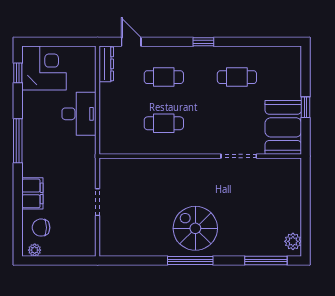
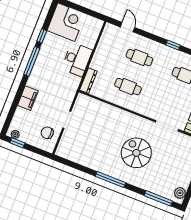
dresser: (106, 64) -> (88, 81), moved
window: (18, 73) -> (42, 36), moved
chair: (41, 228) -> (47, 133), moved
spiral stairs: (195, 228) -> (136, 153), moved
window: (42, 261) -> (17, 143), added

